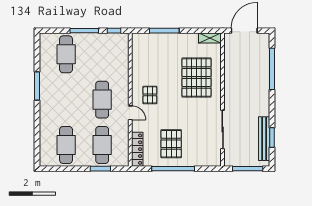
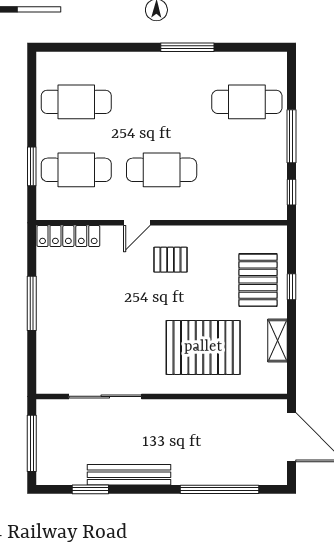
window: (164, 31) -> (291, 287), width x0.46
shelving: (210, 38) -> (278, 341), moved
bench: (264, 139) -> (129, 475), moved
pallet: (171, 144) -> (258, 280), moved, turned 90
window: (173, 169) -> (32, 303), width x0.68

